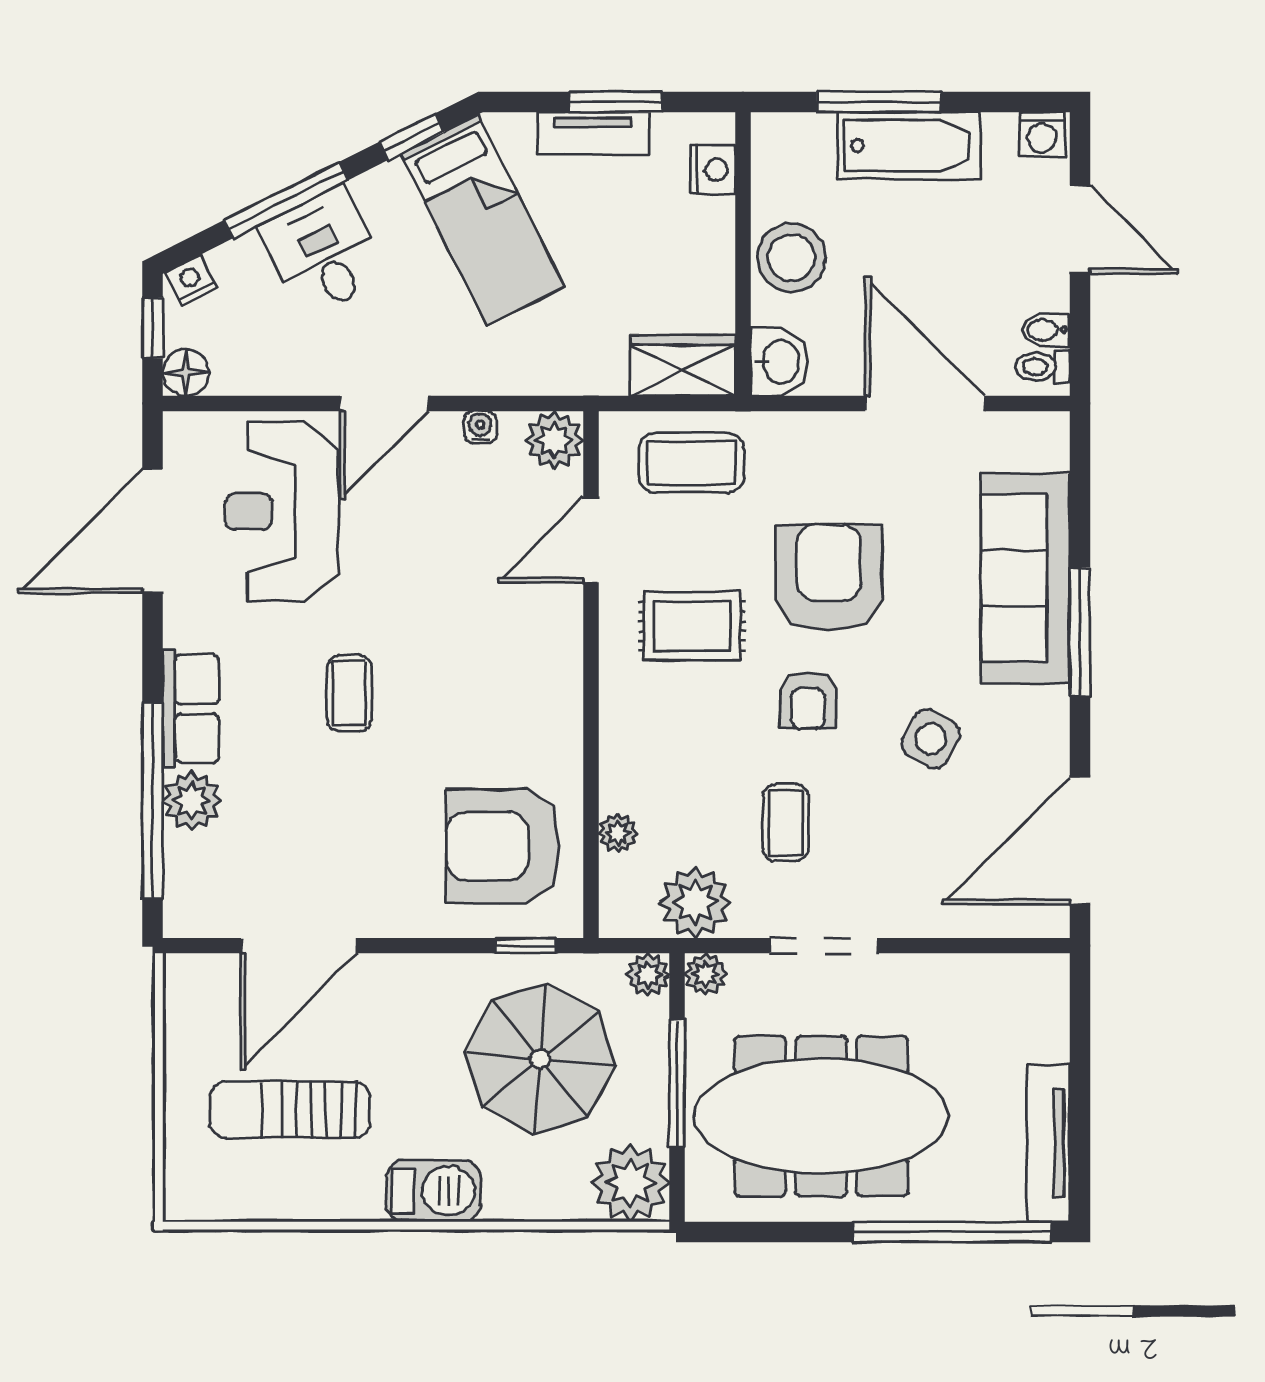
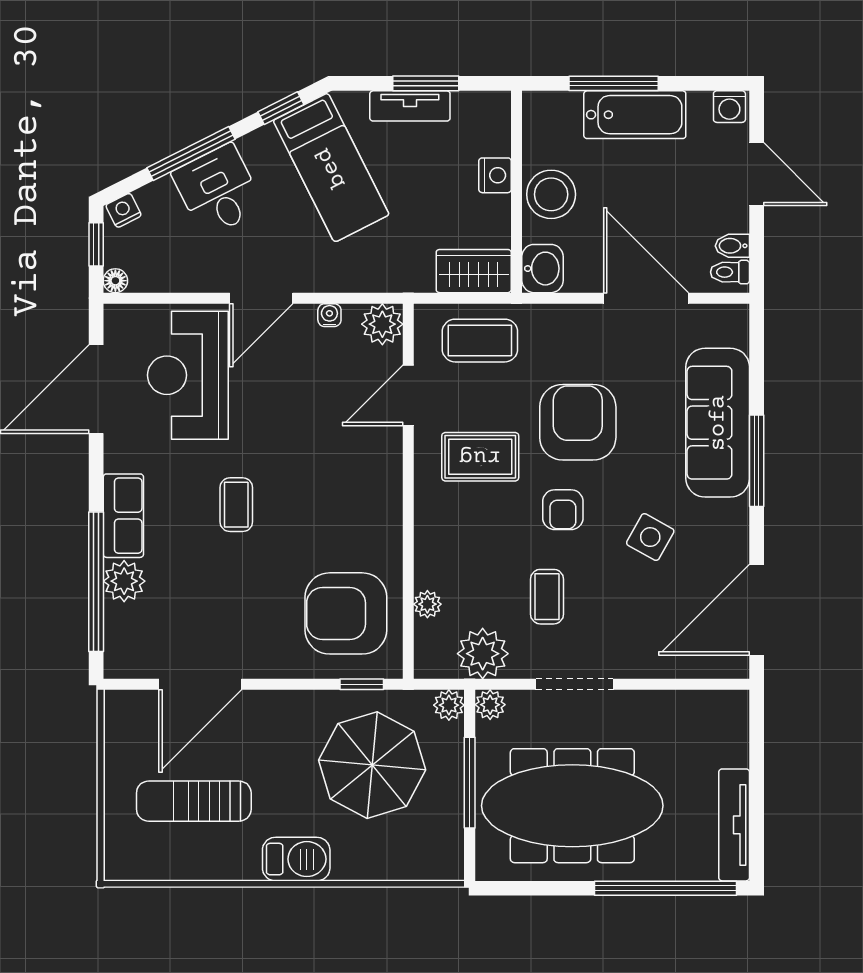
nightstand: (713, 170) -> (495, 175), moved
floor lamp: (186, 373) -> (115, 281), width x0.73, depth x0.73
plant: (631, 1183) -> (436, 853), removed

